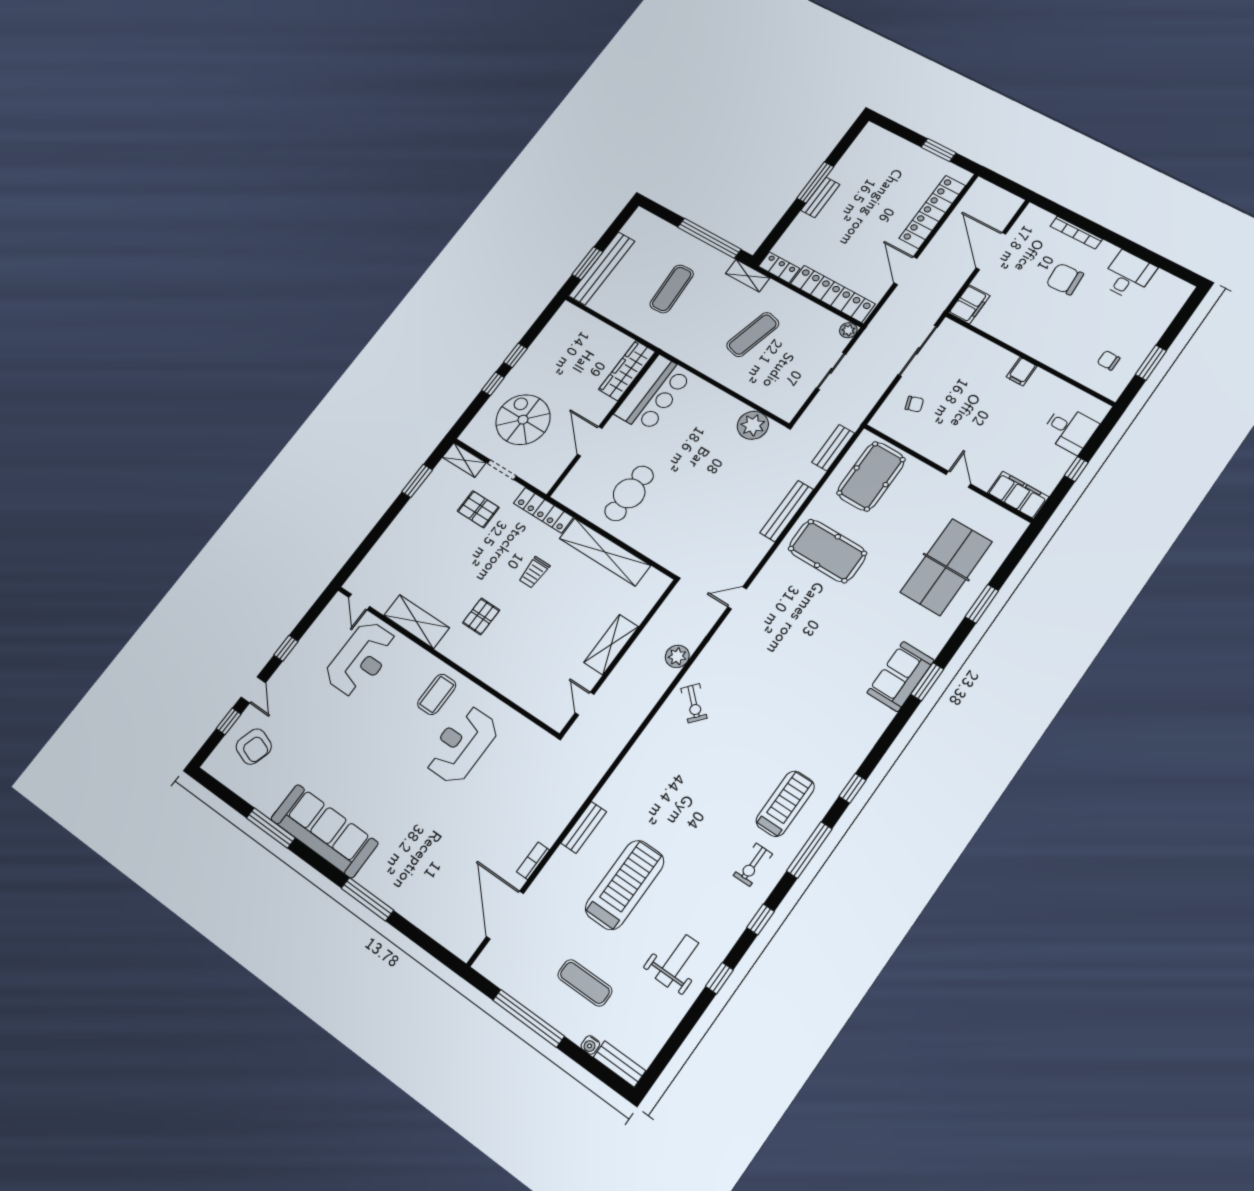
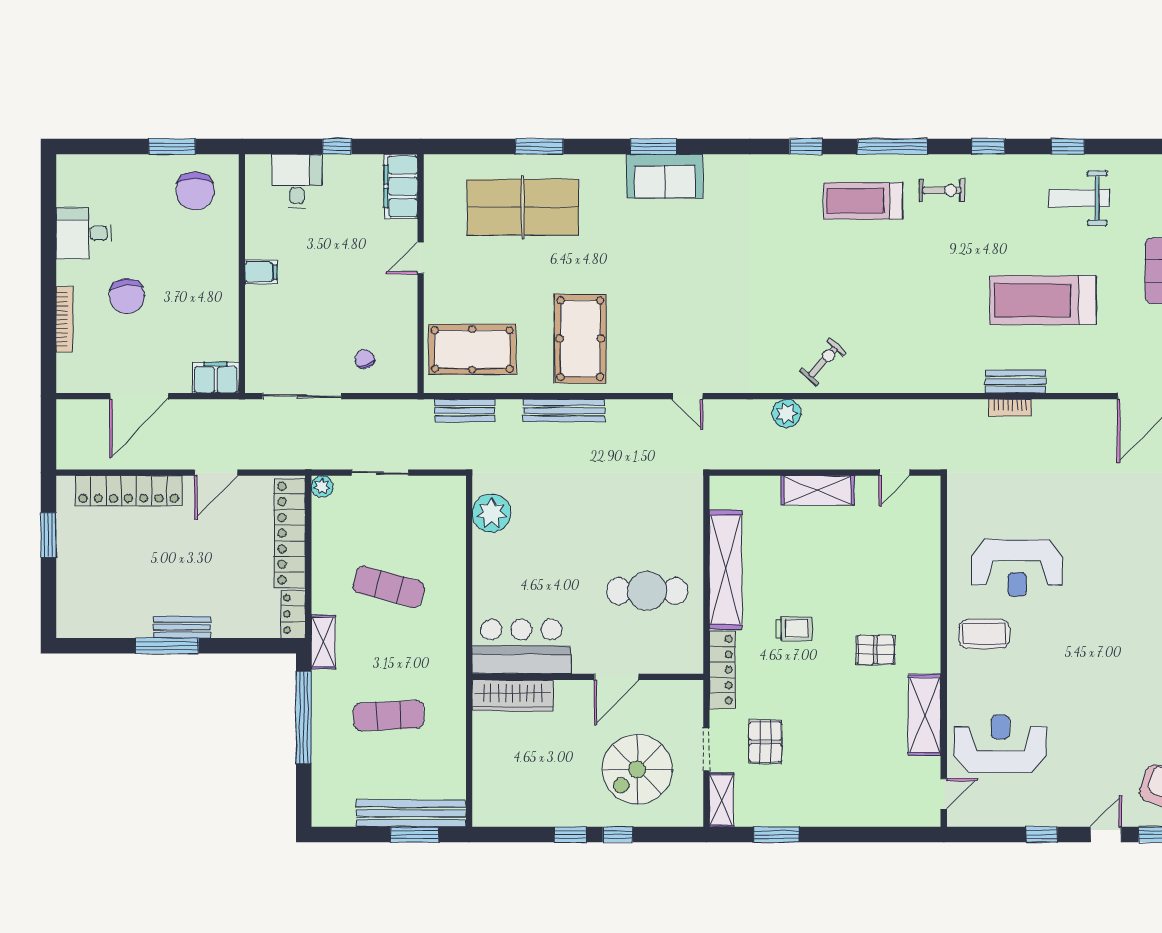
chair: (1109, 360) -> (195, 191), width x1.87, depth x1.87
bookcase: (533, 861) -> (1010, 408), moved

